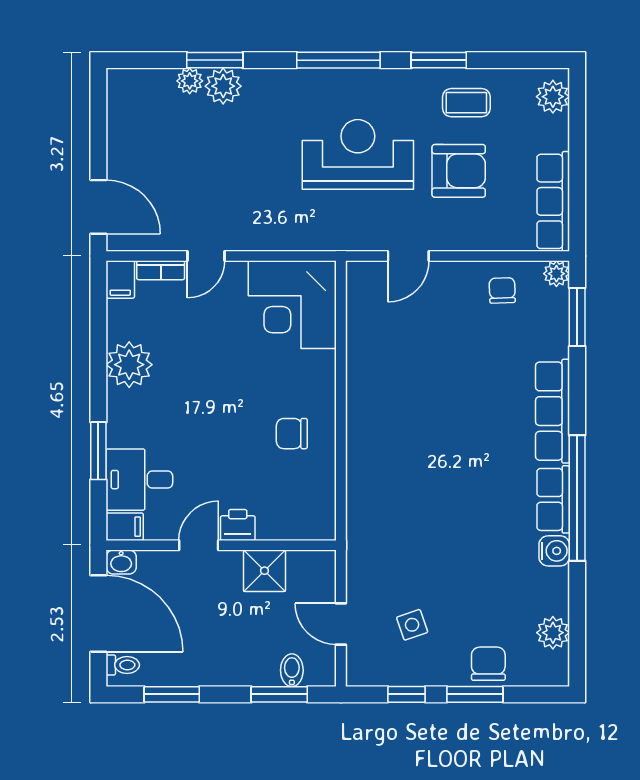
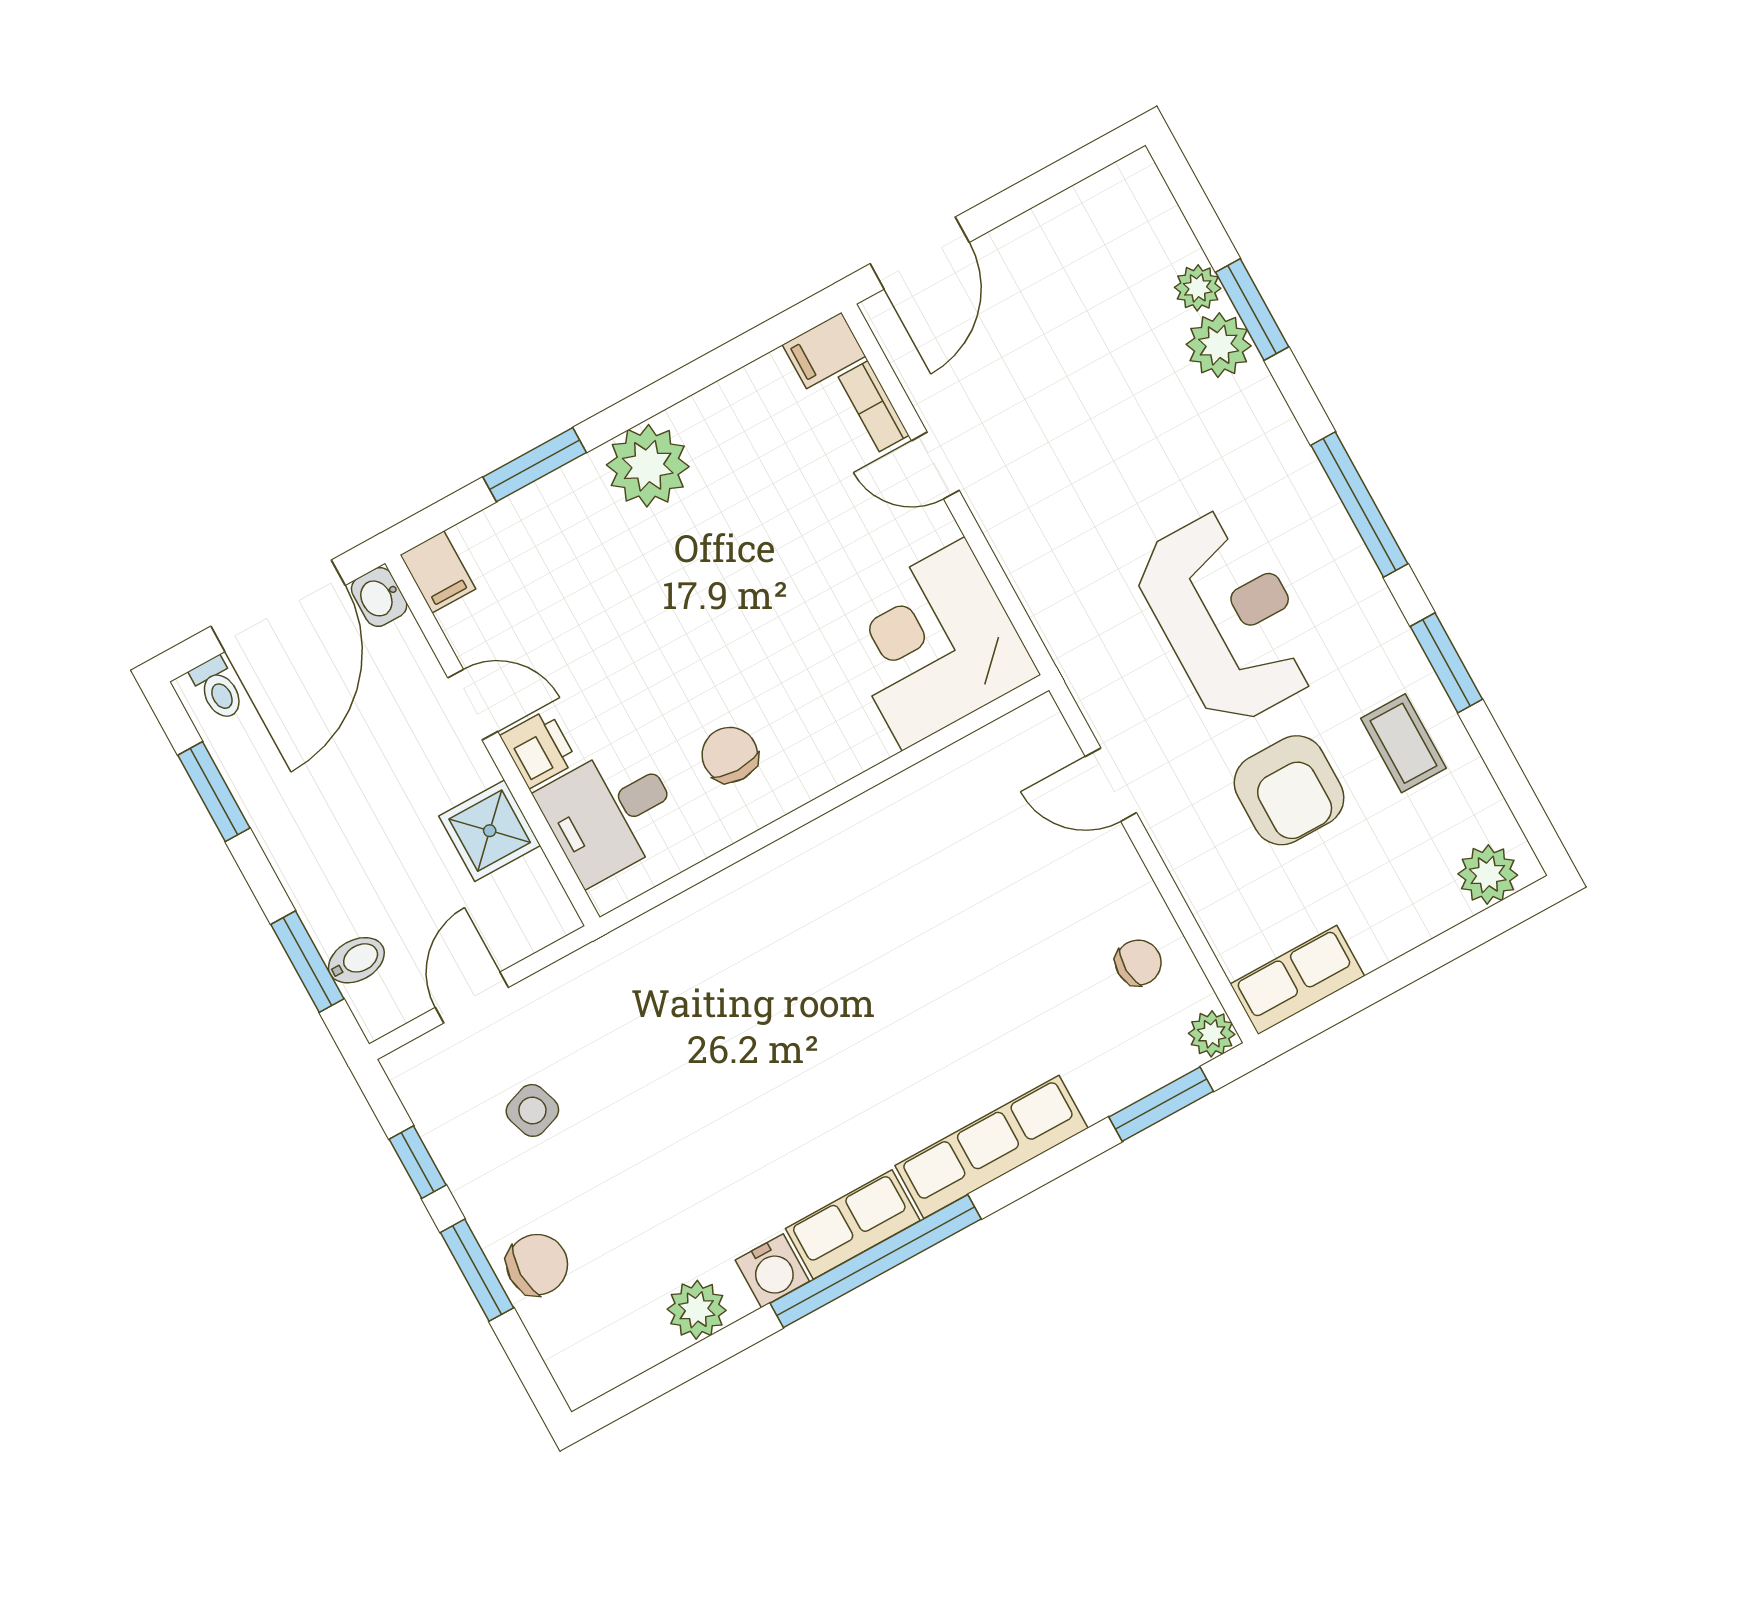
row of seats: (553, 201) -> (1297, 980), width x0.68
plant: (129, 365) -> (648, 466), moved
desk: (139, 480) -> (610, 813), moved, turned -90
plant: (553, 633) -> (697, 1310), moved

